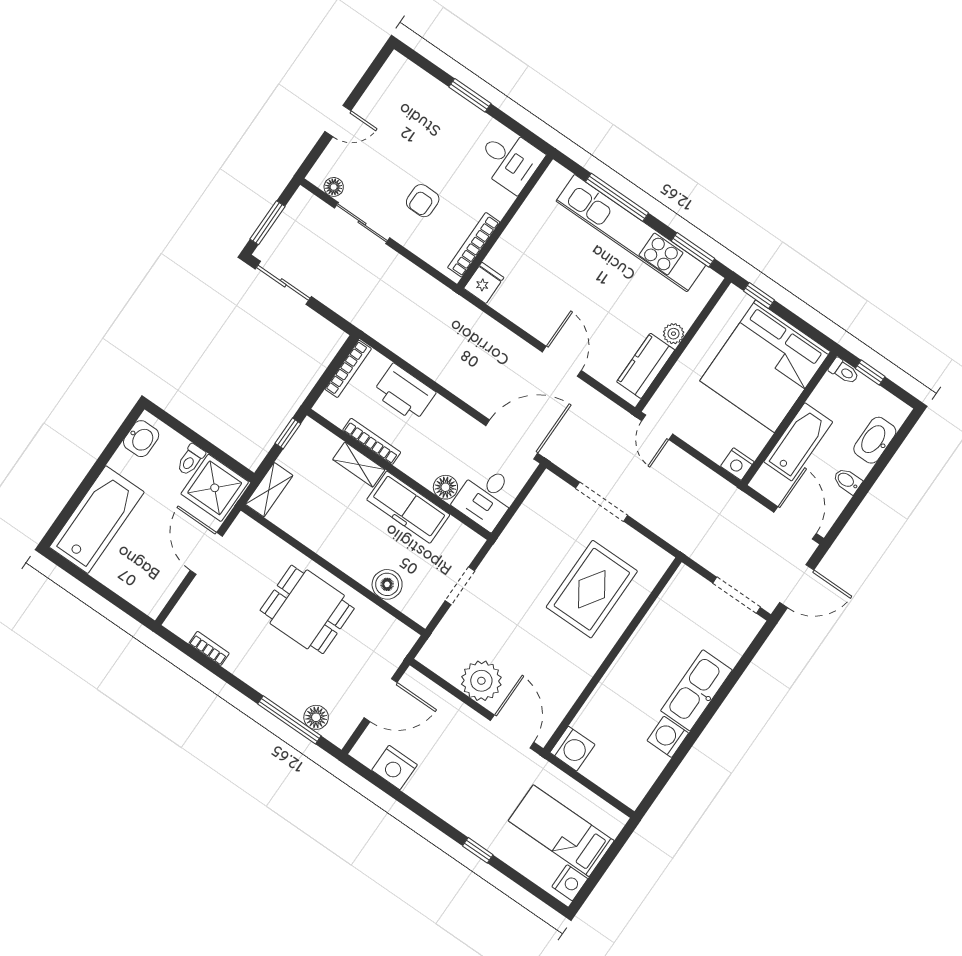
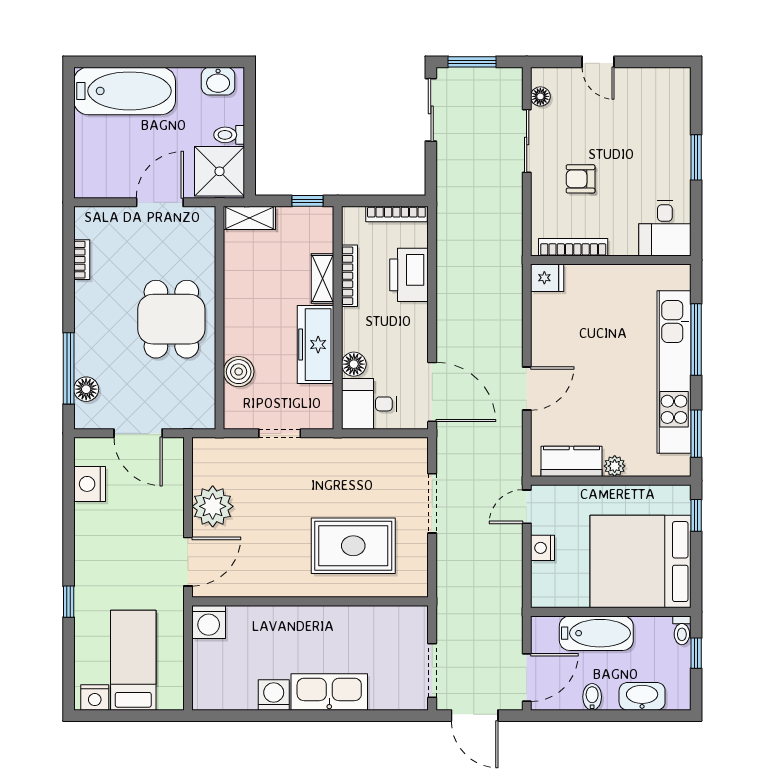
nightstand: (737, 464) -> (542, 548), moved

